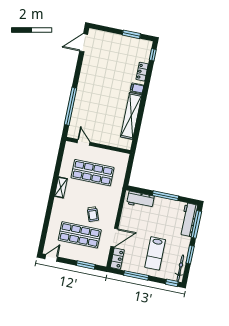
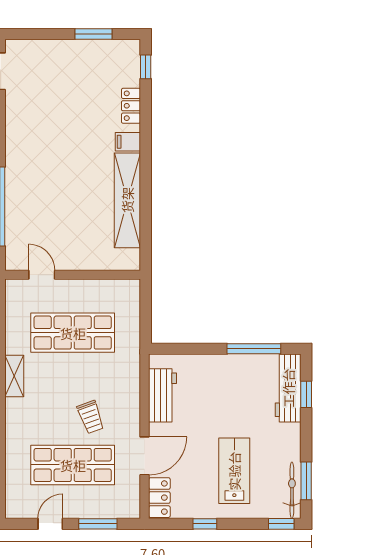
window: (166, 196) -> (254, 349), moved
workbench: (141, 200) -> (163, 395), moved, turned -90
window: (196, 224) -> (306, 394), width x0.46
lab bench: (155, 253) -> (234, 471), turned 180
window: (190, 255) -> (306, 481), moved
door: (51, 258) -> (50, 524), moved
window: (136, 275) -> (205, 524), width x0.46

